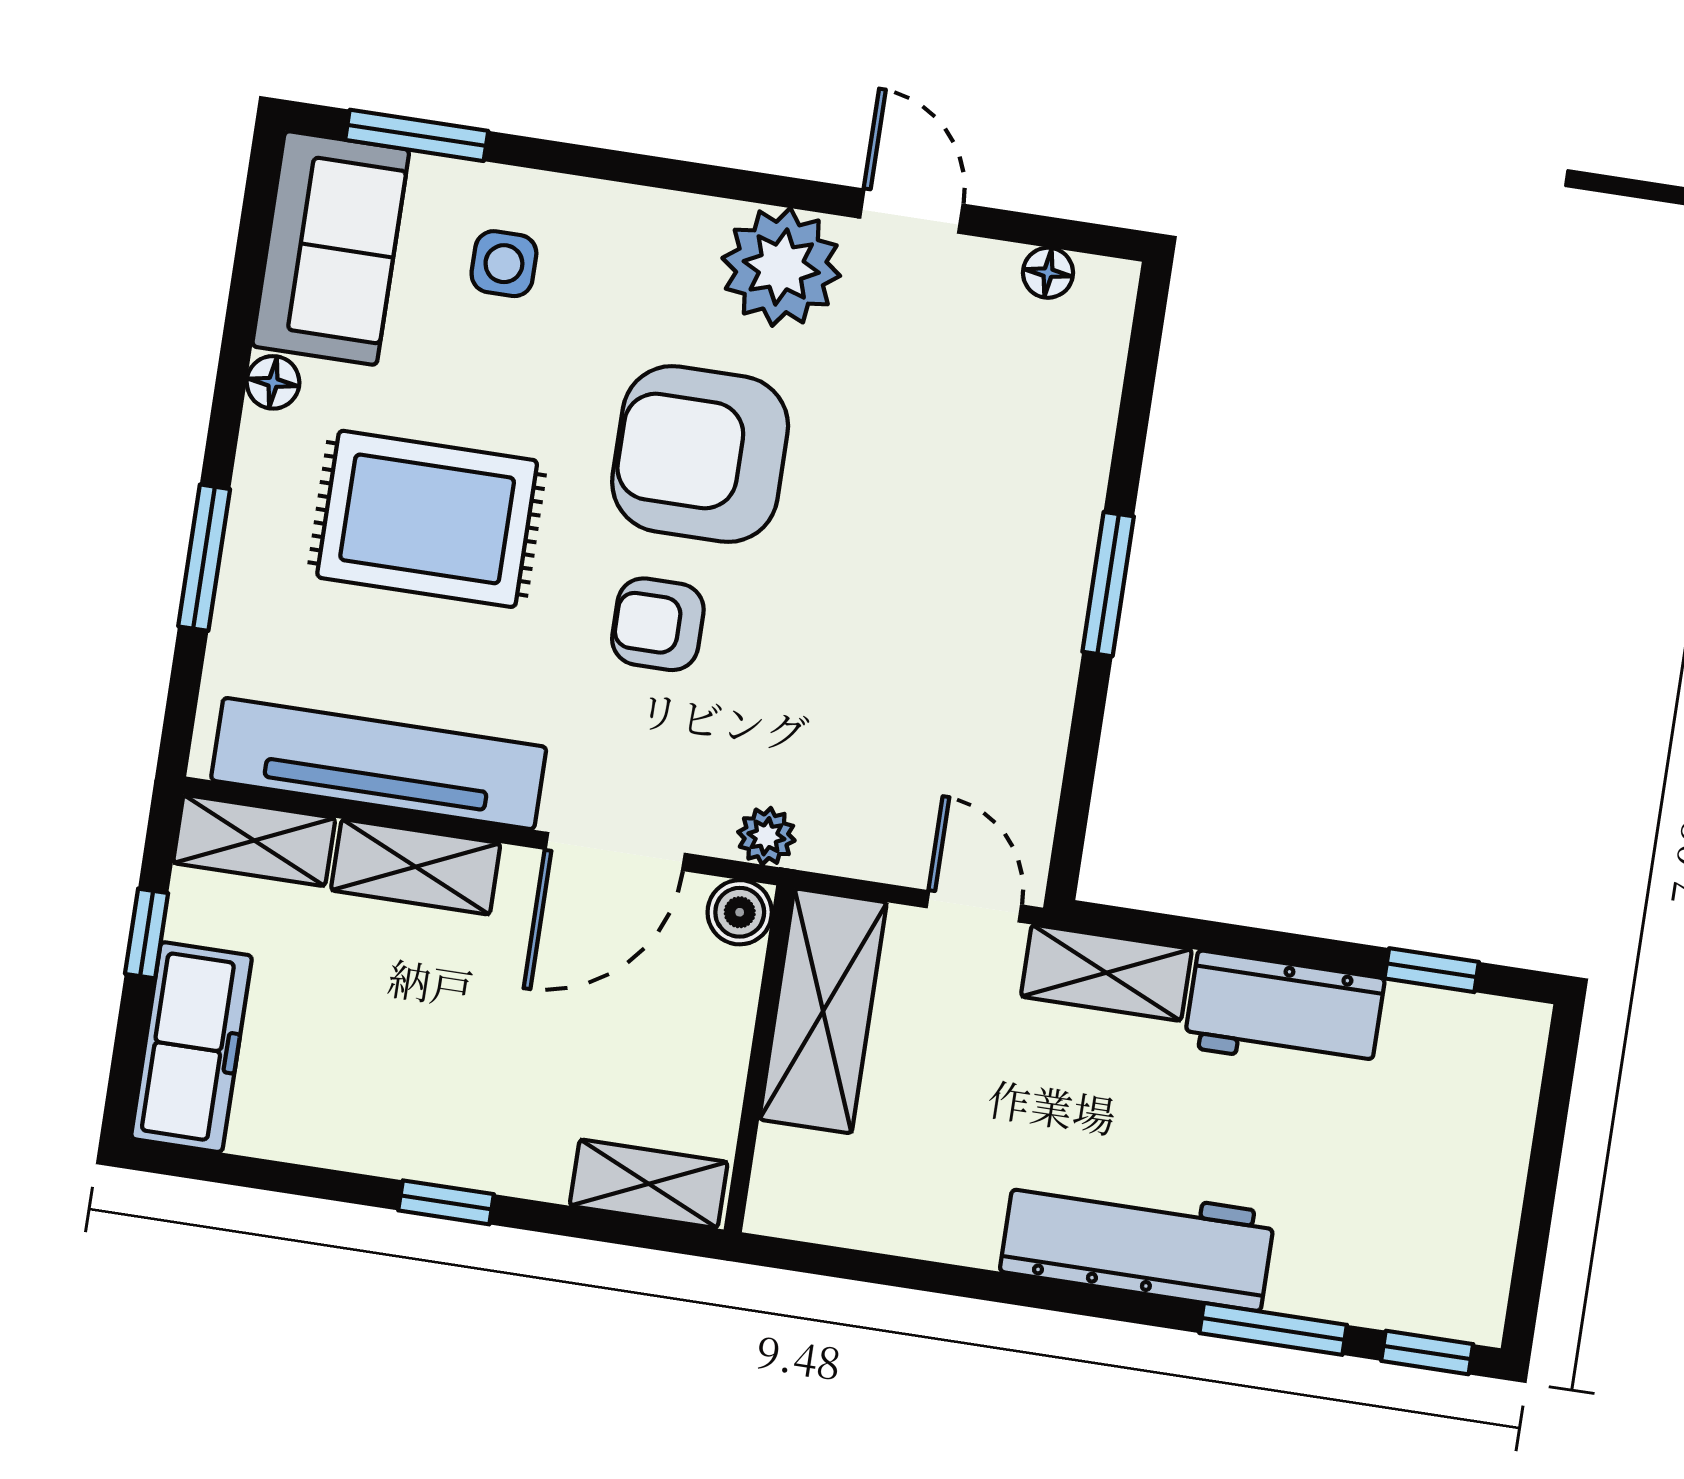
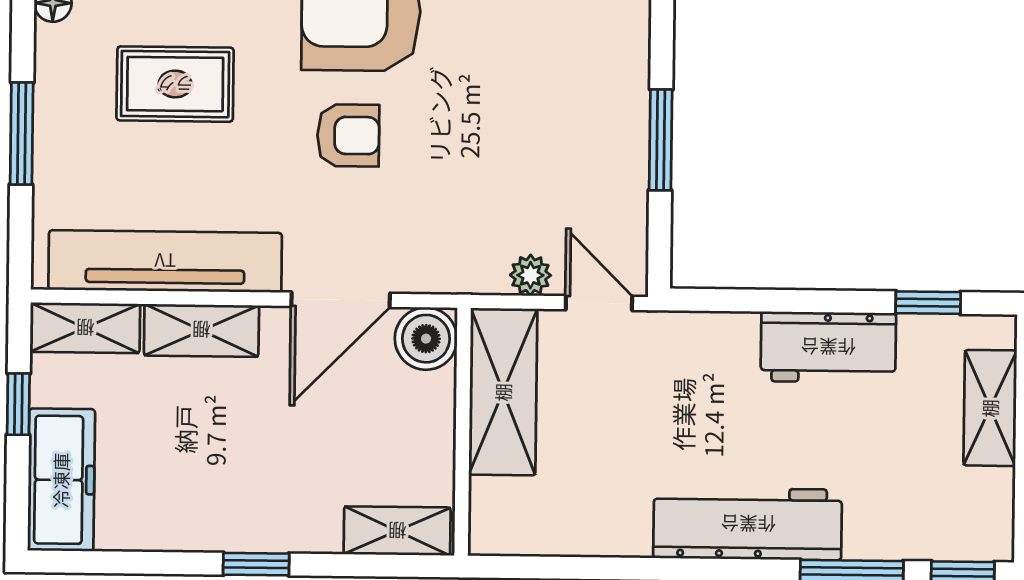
rug: (427, 519) -> (175, 84), width x0.73, depth x0.70
window: (1108, 584) -> (661, 140), moved
armchair: (658, 624) -> (348, 135), turned 180
plant: (766, 836) -> (530, 275), moved
boiler: (740, 912) -> (426, 339), width x1.36, depth x1.36
shelving: (1106, 973) -> (990, 408), moved, turned 90

